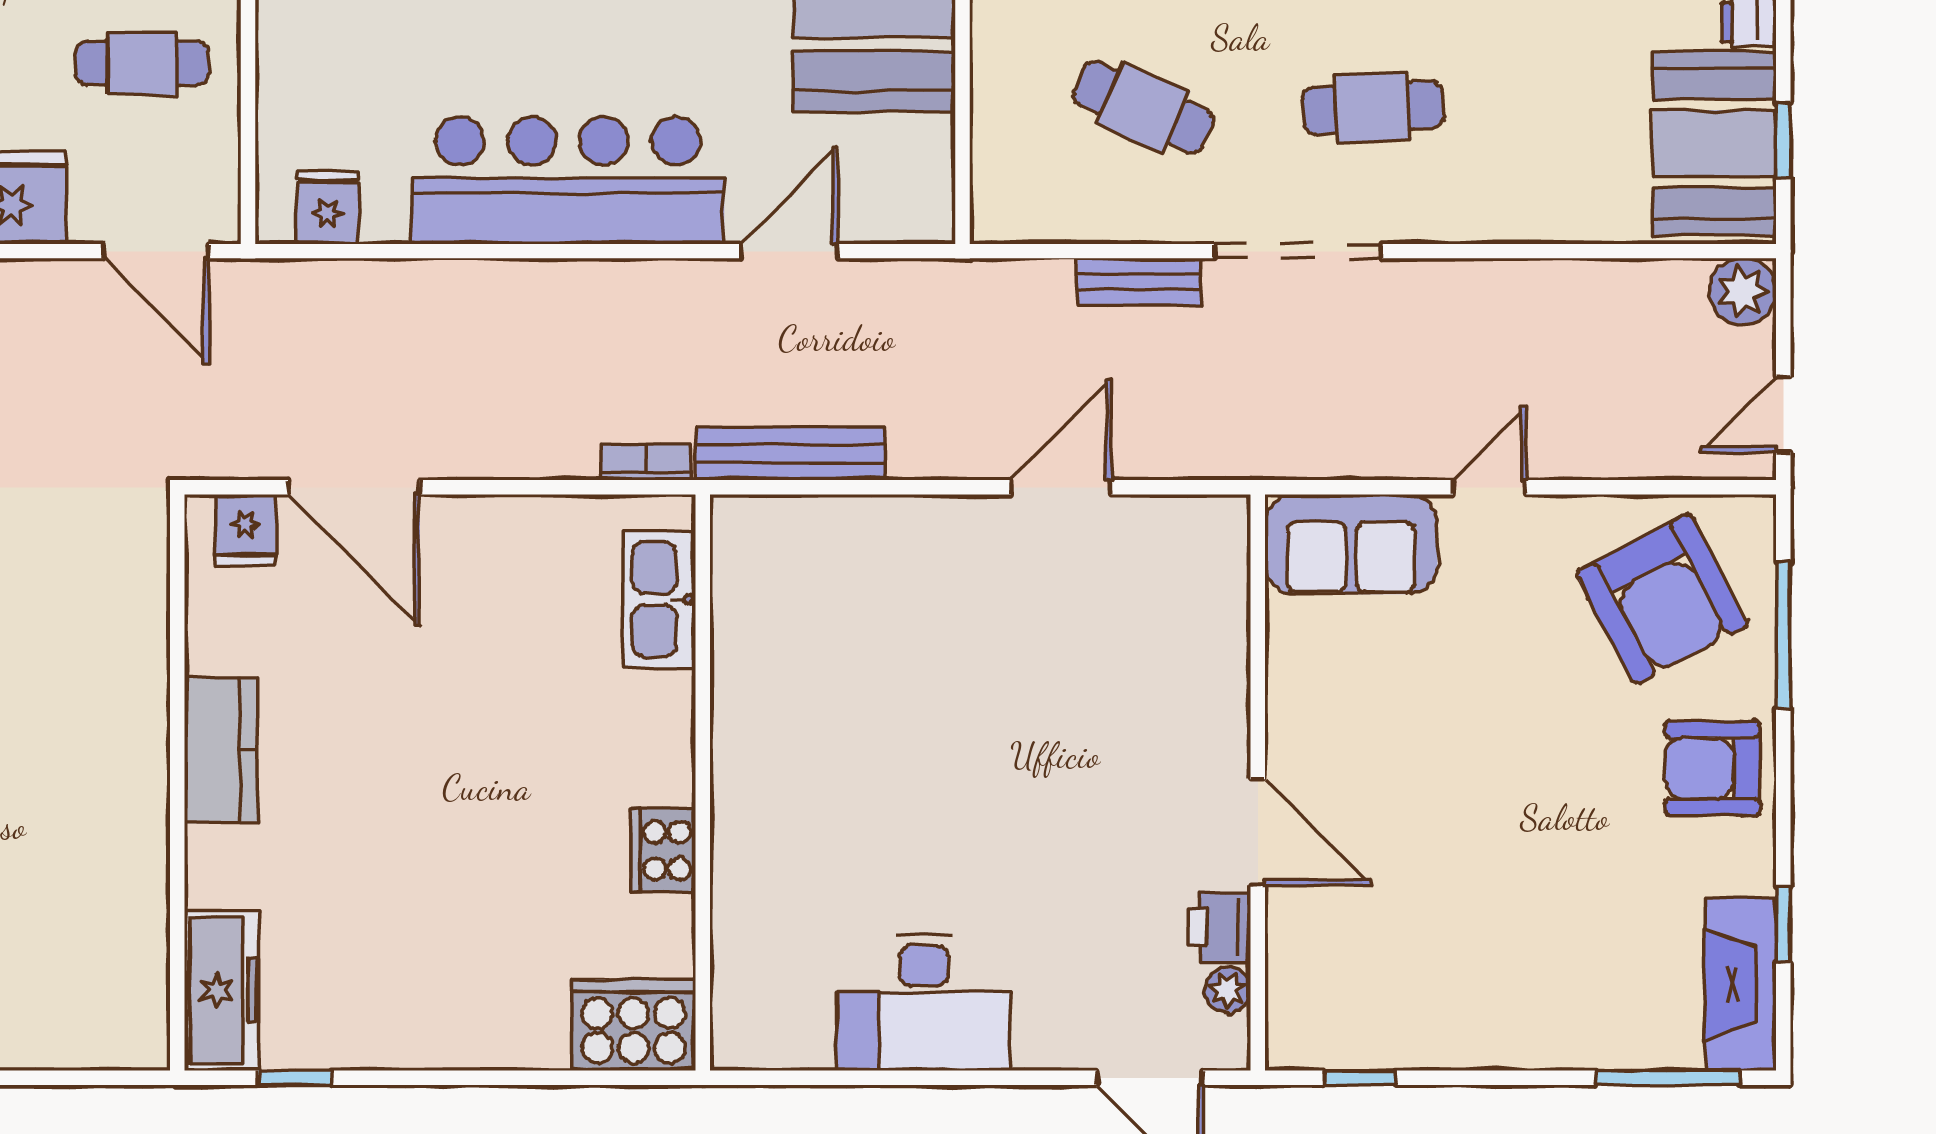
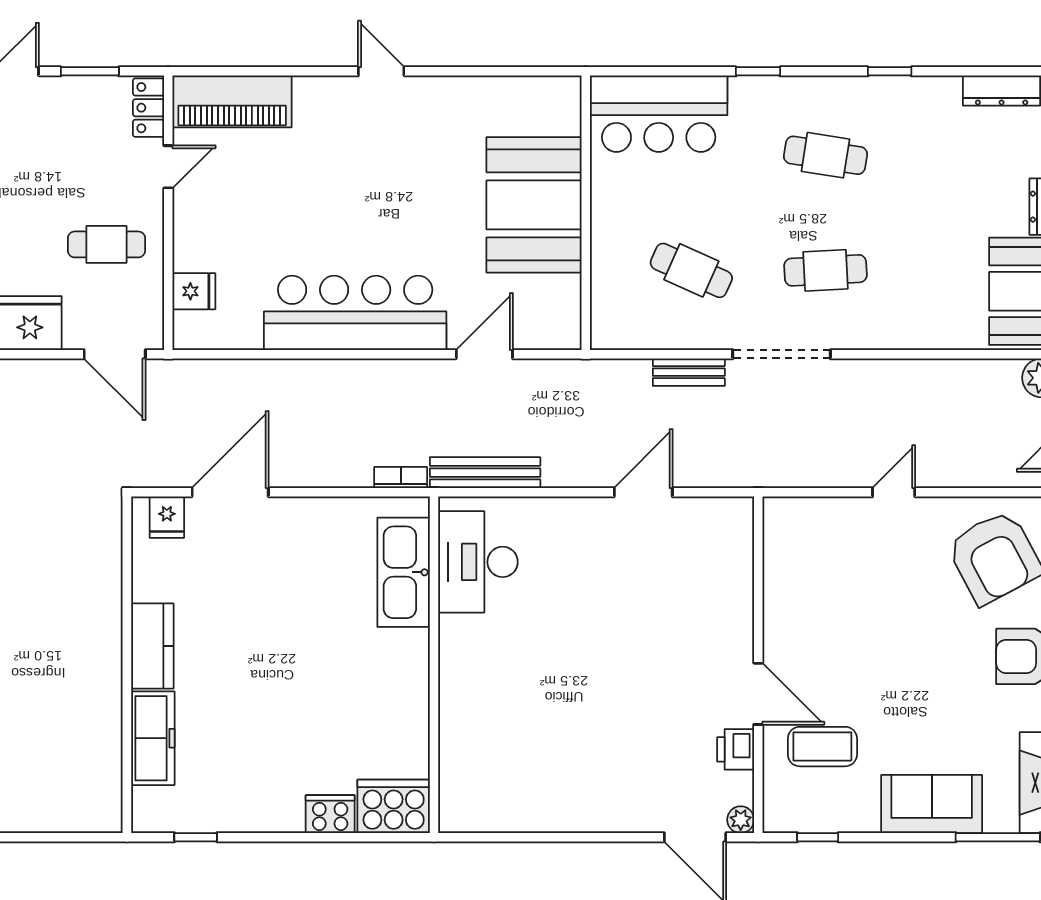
fridge: (328, 207) -> (194, 291), moved, turned 90
door: (354, 487) -> (230, 492), swing flipped
sofa: (1351, 544) -> (932, 804), moved, turned 180
kitchen sink: (659, 599) -> (404, 572), width x1.36, depth x1.24
cooker: (663, 851) -> (330, 814), moved, turned 90
coffee table: (1368, 922) -> (822, 747), added
freezer: (222, 990) -> (153, 738), moved
plant: (1228, 990) -> (741, 820), moved
desk: (924, 1002) -> (478, 562), moved, turned 90

